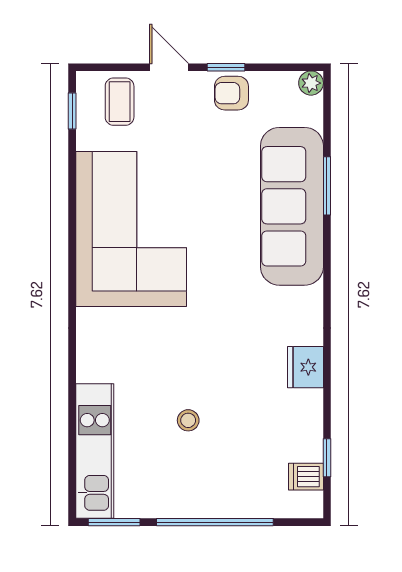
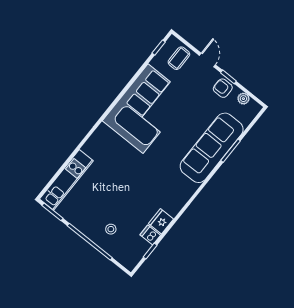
plant: (311, 83) -> (243, 99), moved
fridge: (305, 367) -> (161, 221), moved
stool: (188, 420) -> (111, 229), moved
dishwasher: (306, 477) -> (150, 235), moved

